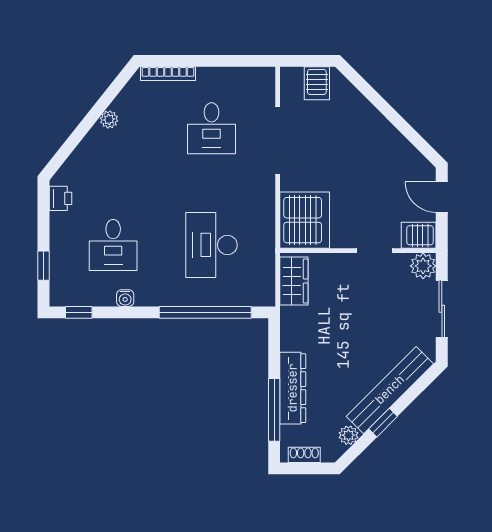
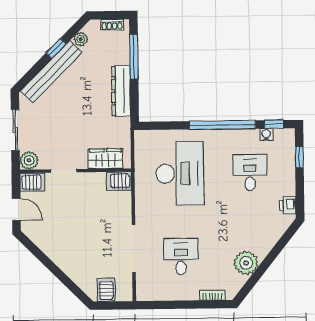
bookcase: (168, 74) -> (212, 295), width x0.64
plant: (109, 119) -> (246, 263), width x1.88, depth x1.88
server rack: (305, 220) -> (119, 181), width x0.46, depth x0.70
desk: (211, 245) -> (180, 173), width x1.36, depth x1.30
wardrobe: (294, 281) -> (105, 159), moved, turned 90
water cooler: (125, 298) -> (266, 135), moved
window: (205, 312) -> (222, 125), moved
dresser: (293, 388) -> (121, 91), moved

